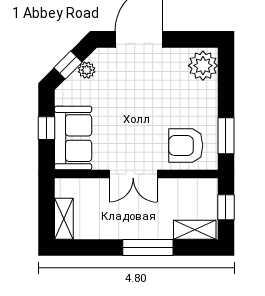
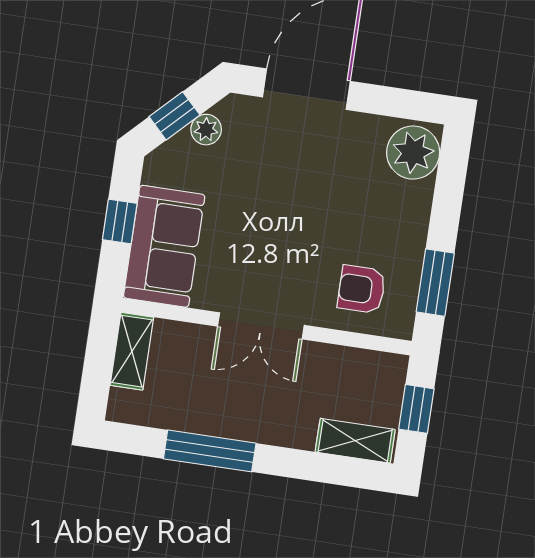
armchair: (186, 146) -> (362, 289), width x0.72, depth x0.72
shelving: (64, 219) -> (132, 351), moved
window: (148, 247) -> (210, 451), moved

